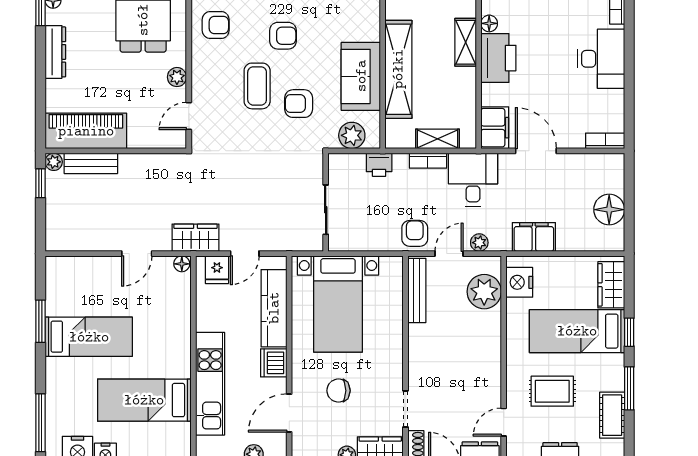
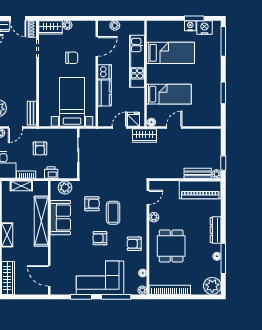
armchair: (415, 233) -> (40, 148), moved
bench: (417, 290) -> (32, 113), width x0.73
kitchen counter: (274, 308) -> (105, 93), width x0.67
bed: (89, 337) -> (169, 94), moved, turned 180

